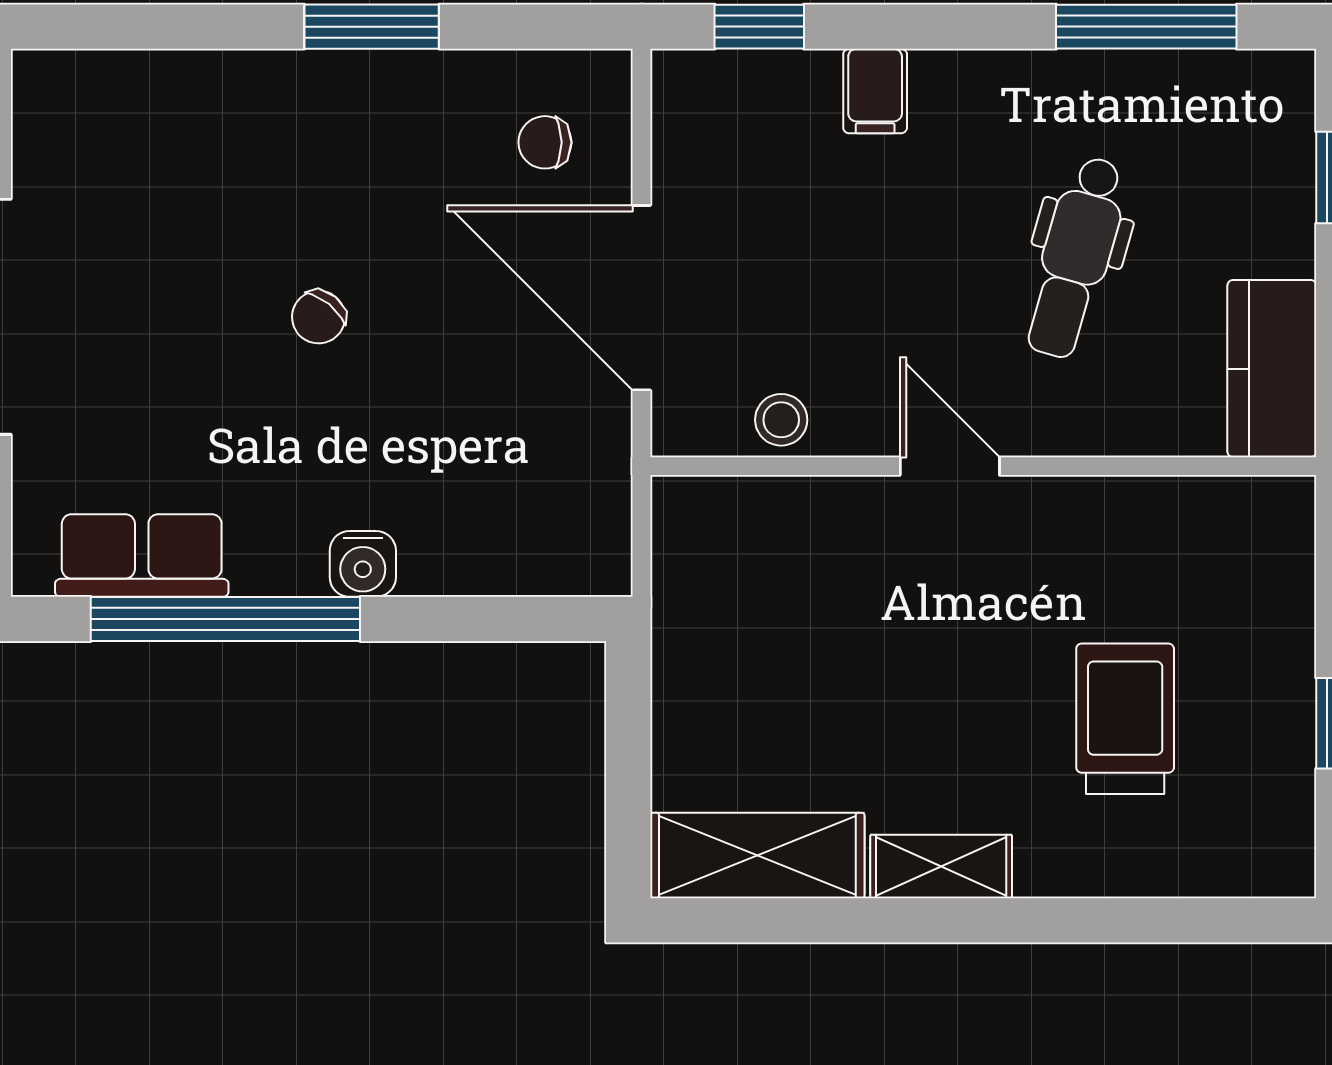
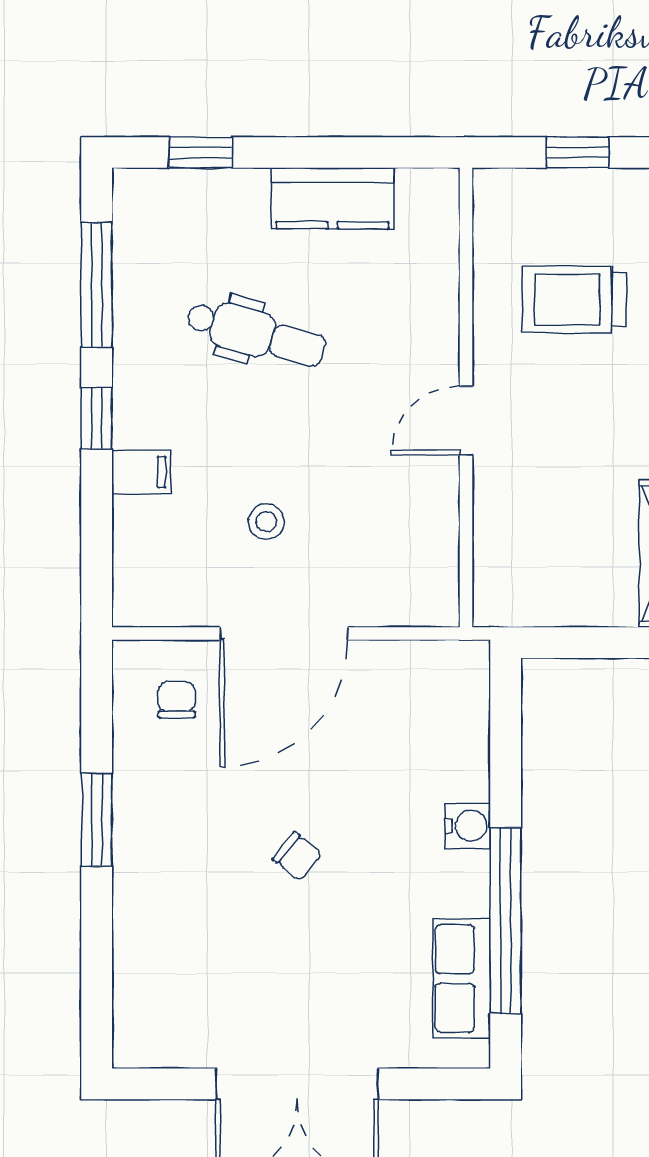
window: (759, 27) -> (97, 418), moved
chair: (545, 142) -> (177, 700), turned 180
stool: (781, 420) -> (266, 521), moved
door: (950, 466) -> (466, 421), moved
wall: (983, 466) -> (466, 398), moved

